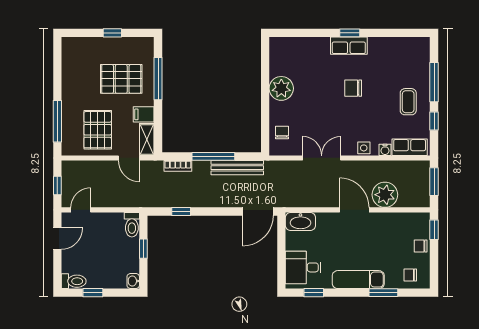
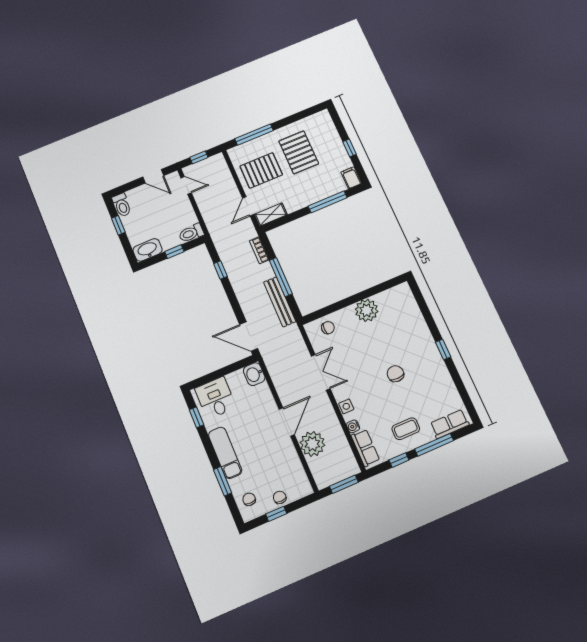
row of seats: (349, 46) -> (450, 424), moved, turned 90
pallet: (121, 79) -> (299, 152), moved
filing cabinet: (144, 114) -> (351, 178), moved
washbasin: (300, 221) -> (254, 374), width x0.72
window: (434, 230) -> (276, 514), moved
washbasin: (133, 281) -> (148, 250), width x1.91, depth x1.45

